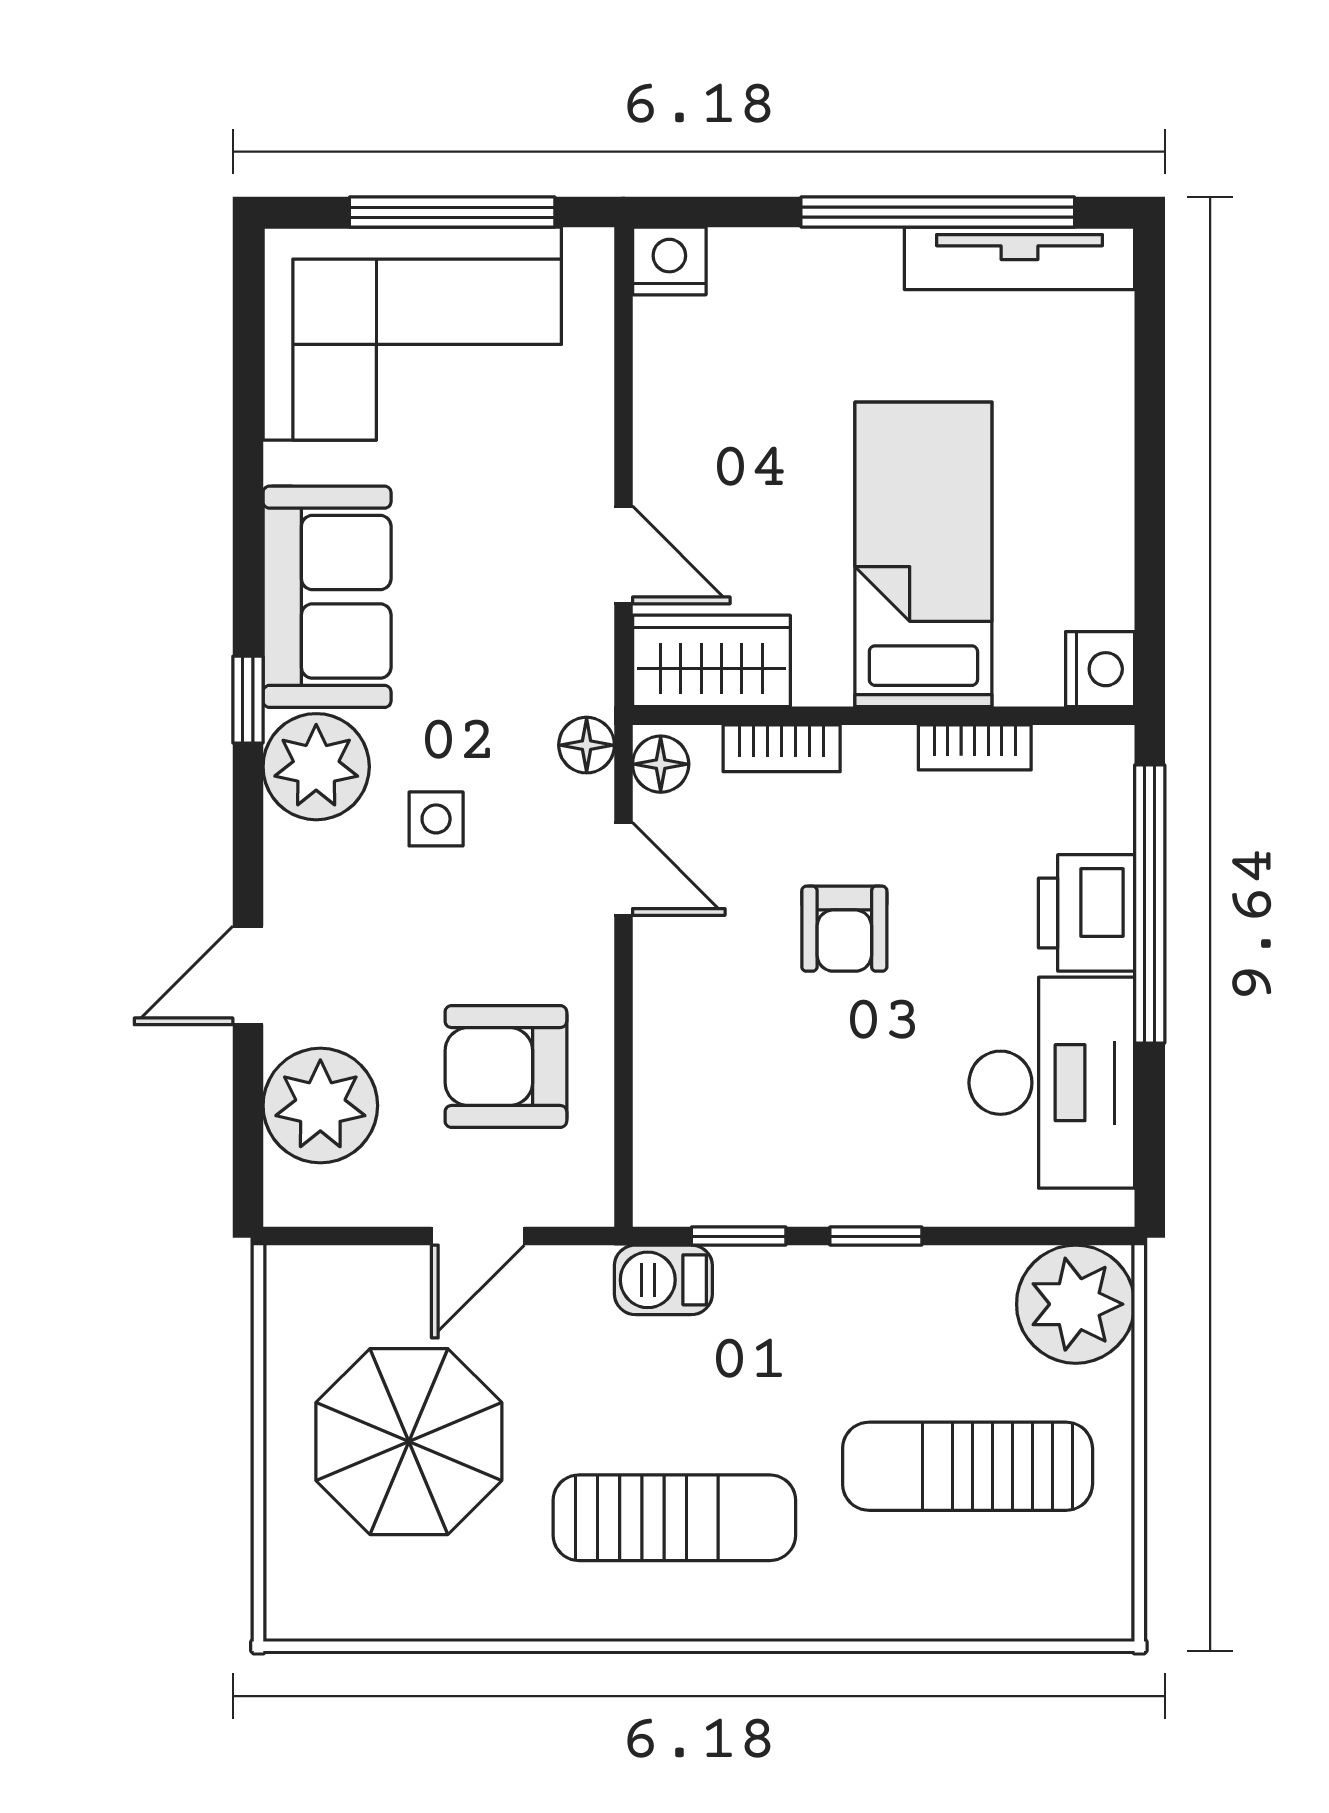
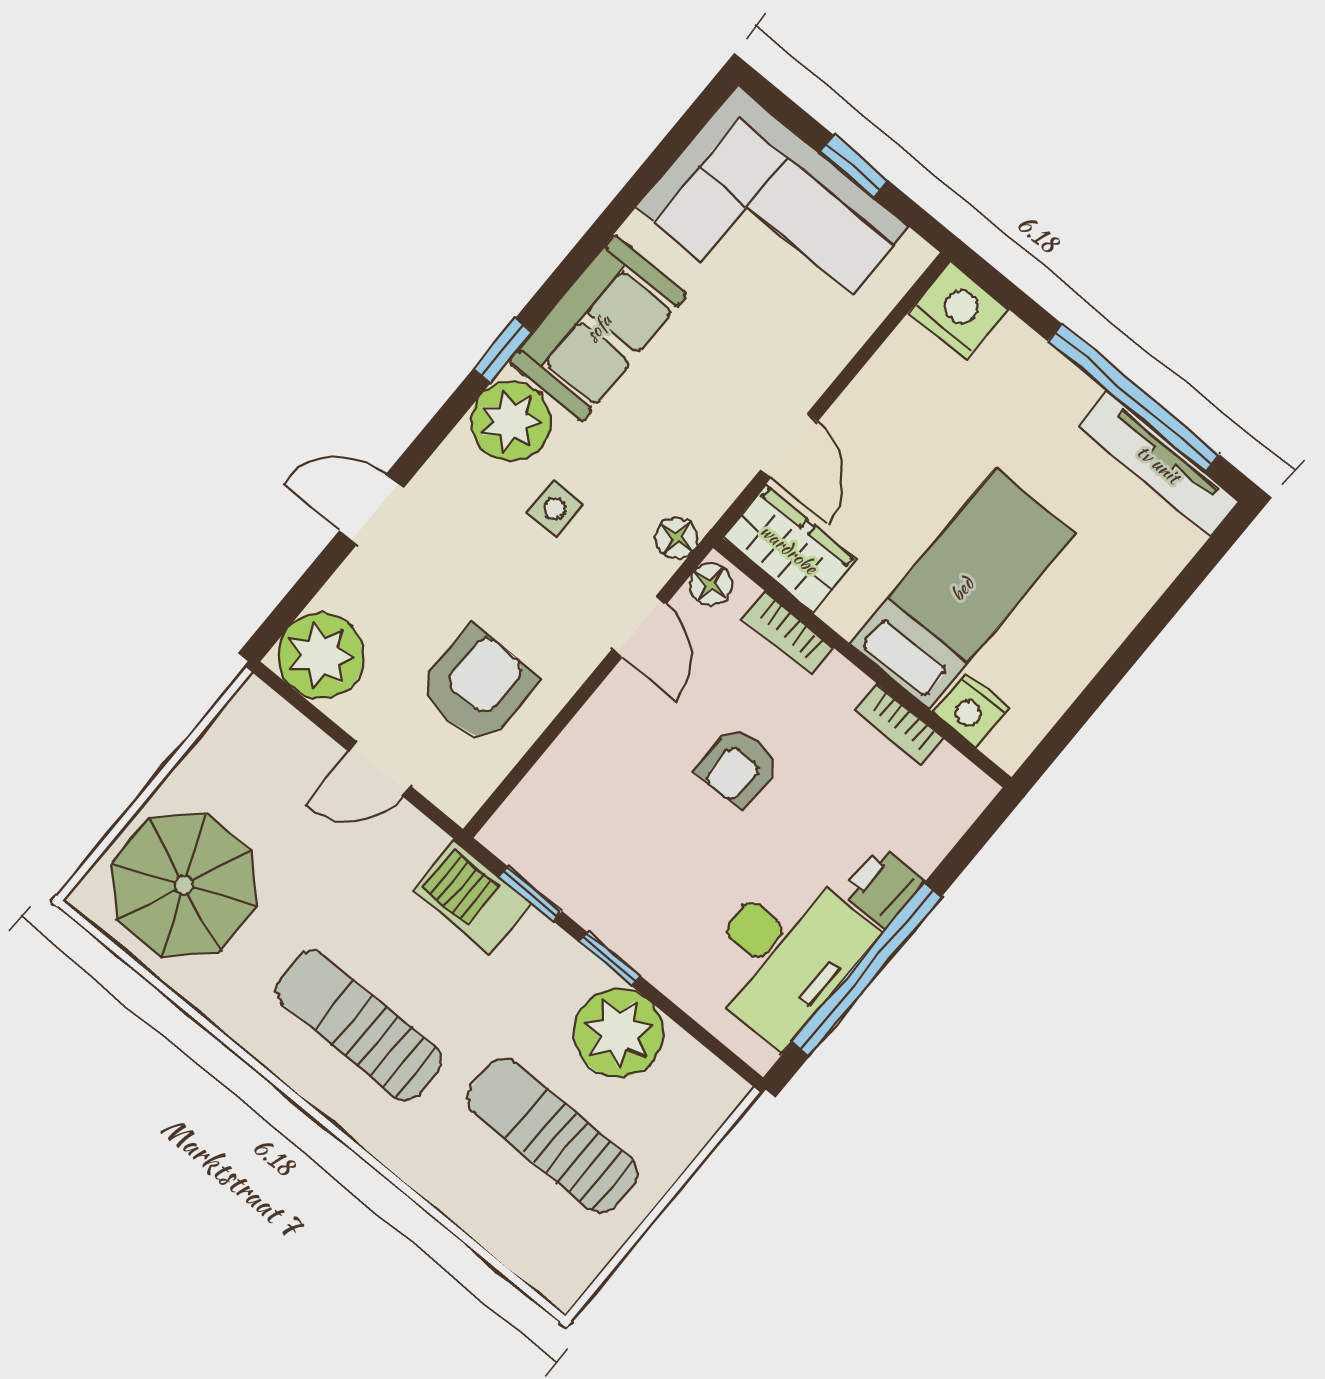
window: (452, 212) -> (854, 166), width x0.46
nightstand: (669, 261) -> (958, 311), width x1.36, depth x1.33
nightstand: (1100, 669) -> (971, 710), moved, turned 90
window: (1150, 904) -> (867, 969), moved
printer: (1087, 913) -> (883, 887), width x0.73, depth x0.81
armchair: (506, 1067) -> (477, 685), turned 90
plant: (320, 1106) -> (321, 656), moved
barbecue: (663, 1280) -> (472, 897), width x1.38, depth x1.27
plant: (1076, 1304) -> (619, 1033), moved
parasol: (409, 1442) -> (184, 885), moved
sun lounger: (674, 1518) -> (359, 1025), turned 180

